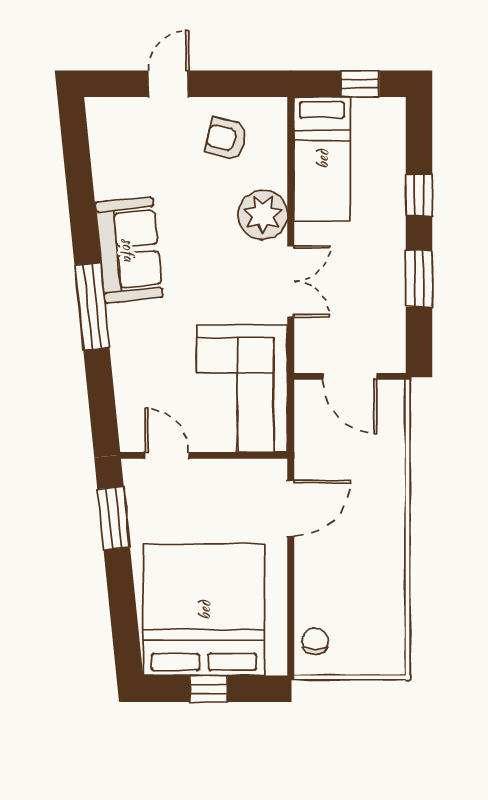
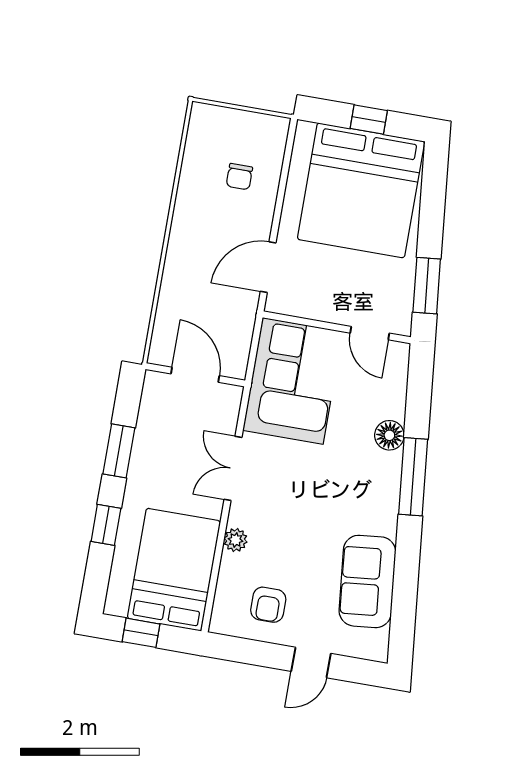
armchair: (226, 139) -> (268, 605), turned 76
bed: (322, 159) -> (174, 570), width x1.50
plant: (263, 215) -> (236, 540), width x0.53, depth x0.53
sofa: (129, 250) -> (367, 581), moved
floor lamp: (126, 347) -> (389, 435), added
chair: (315, 641) -> (239, 177), moved

